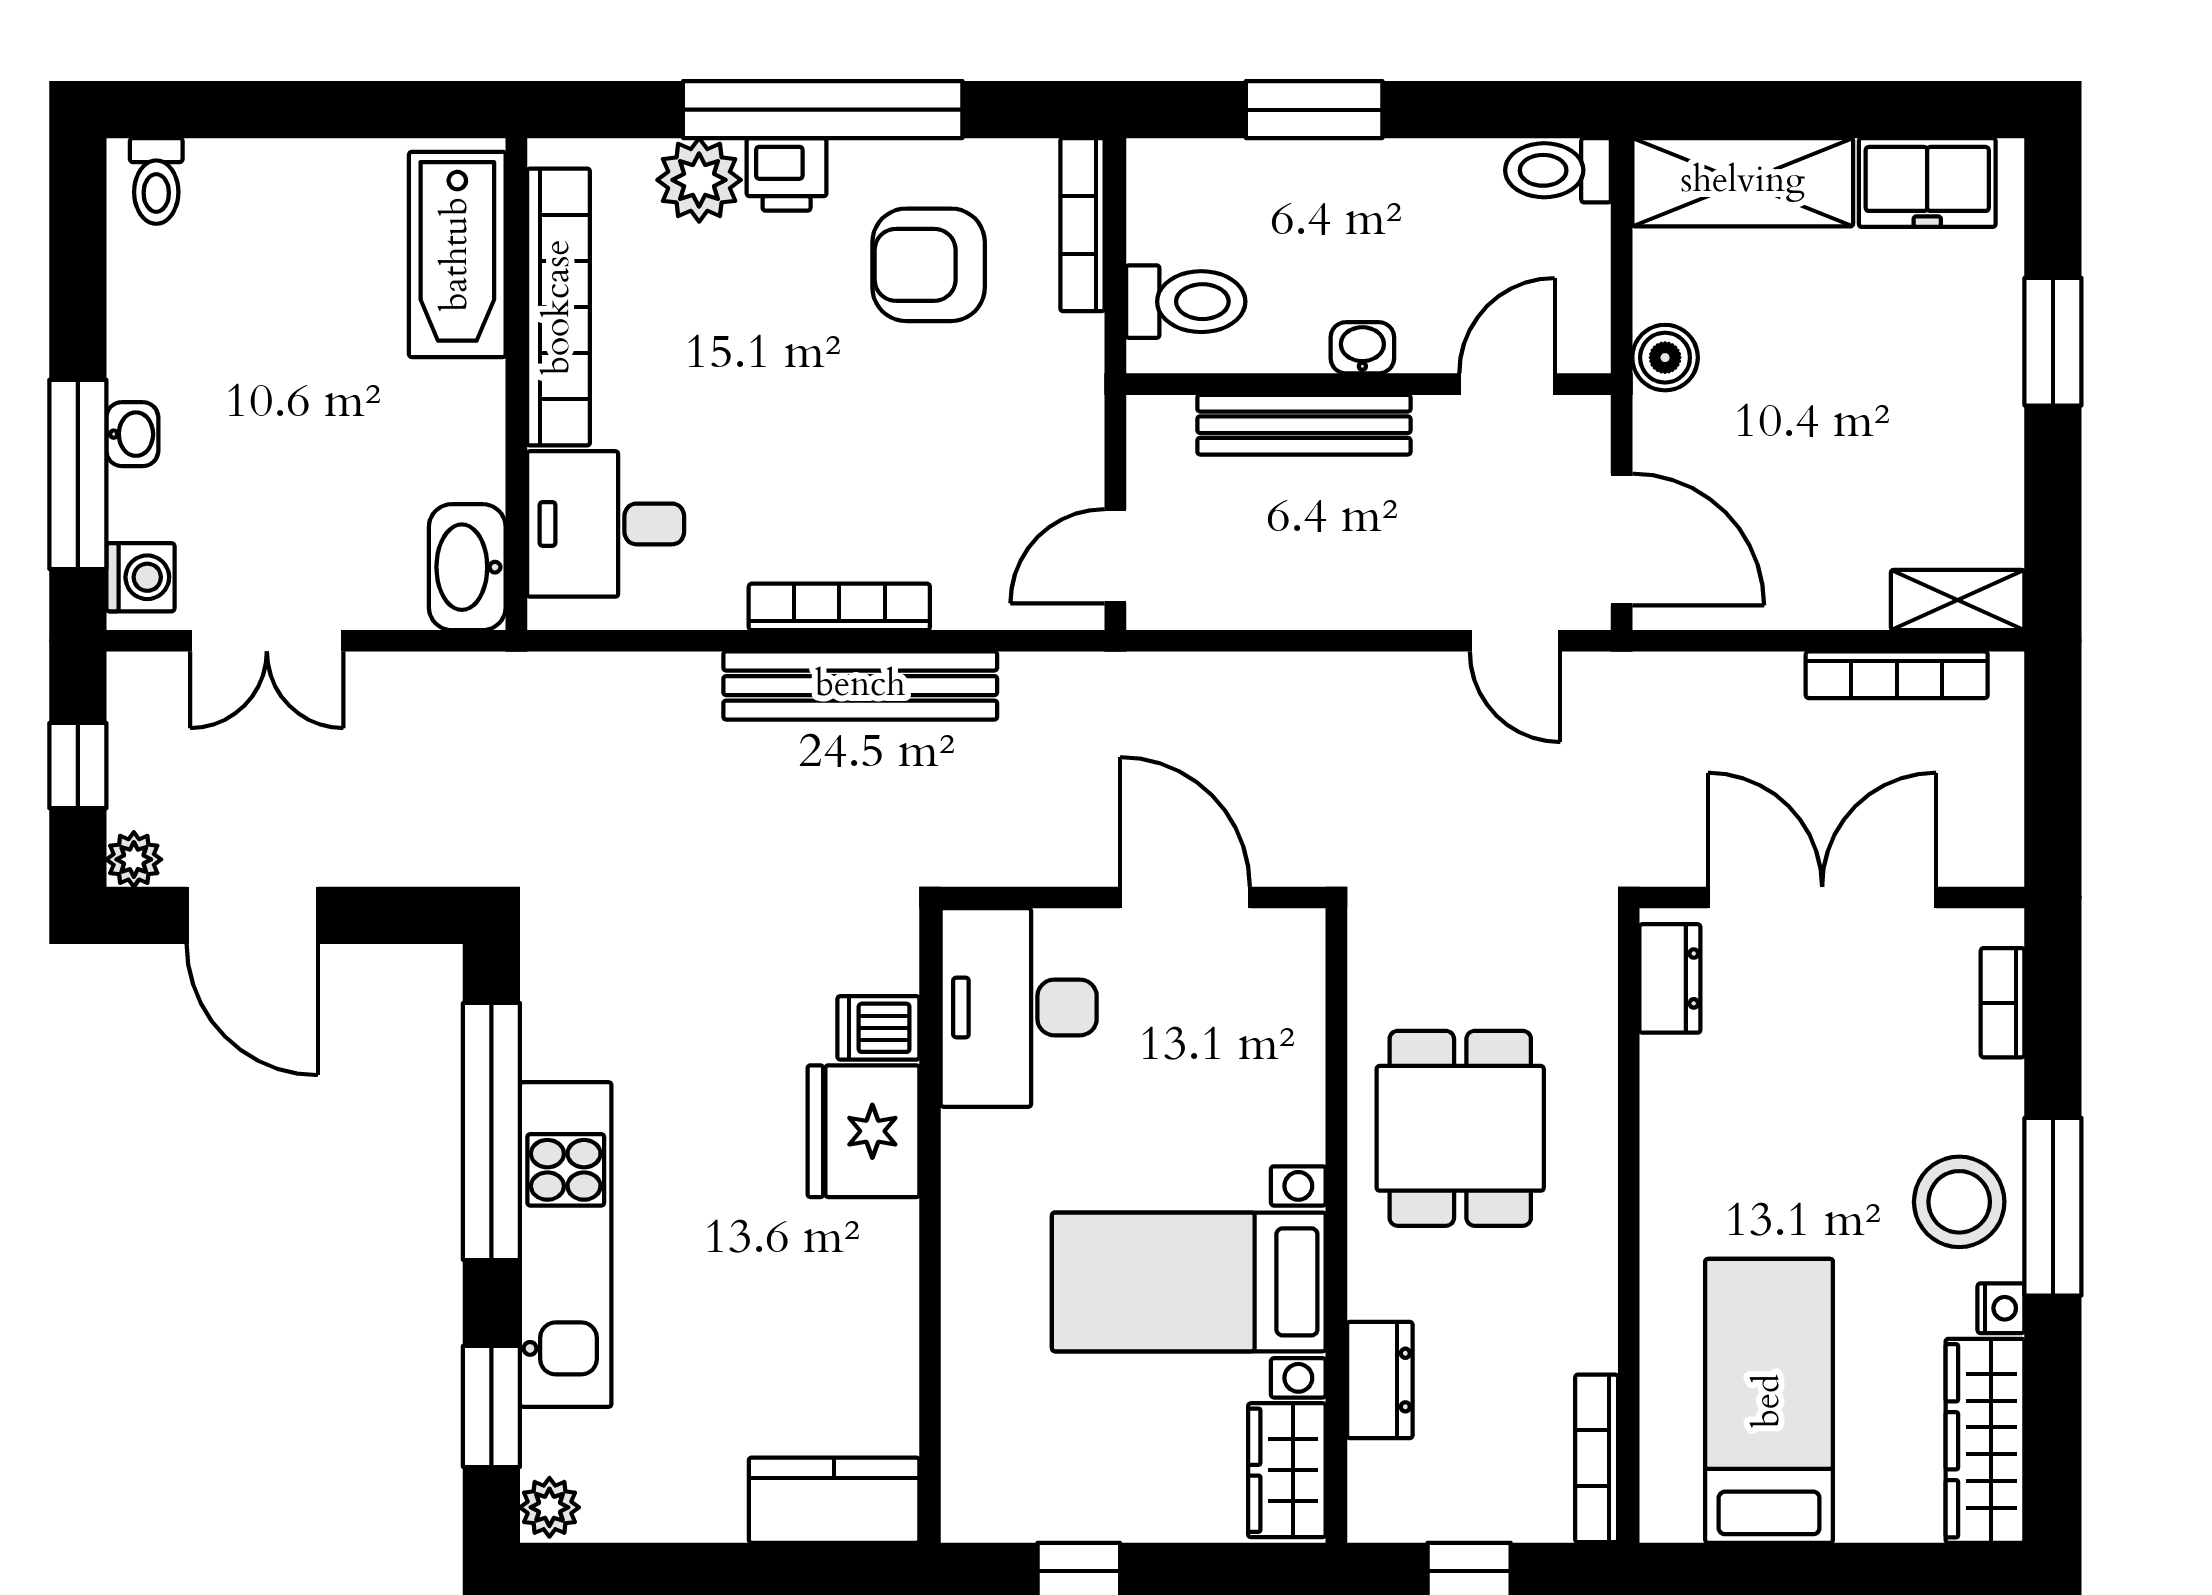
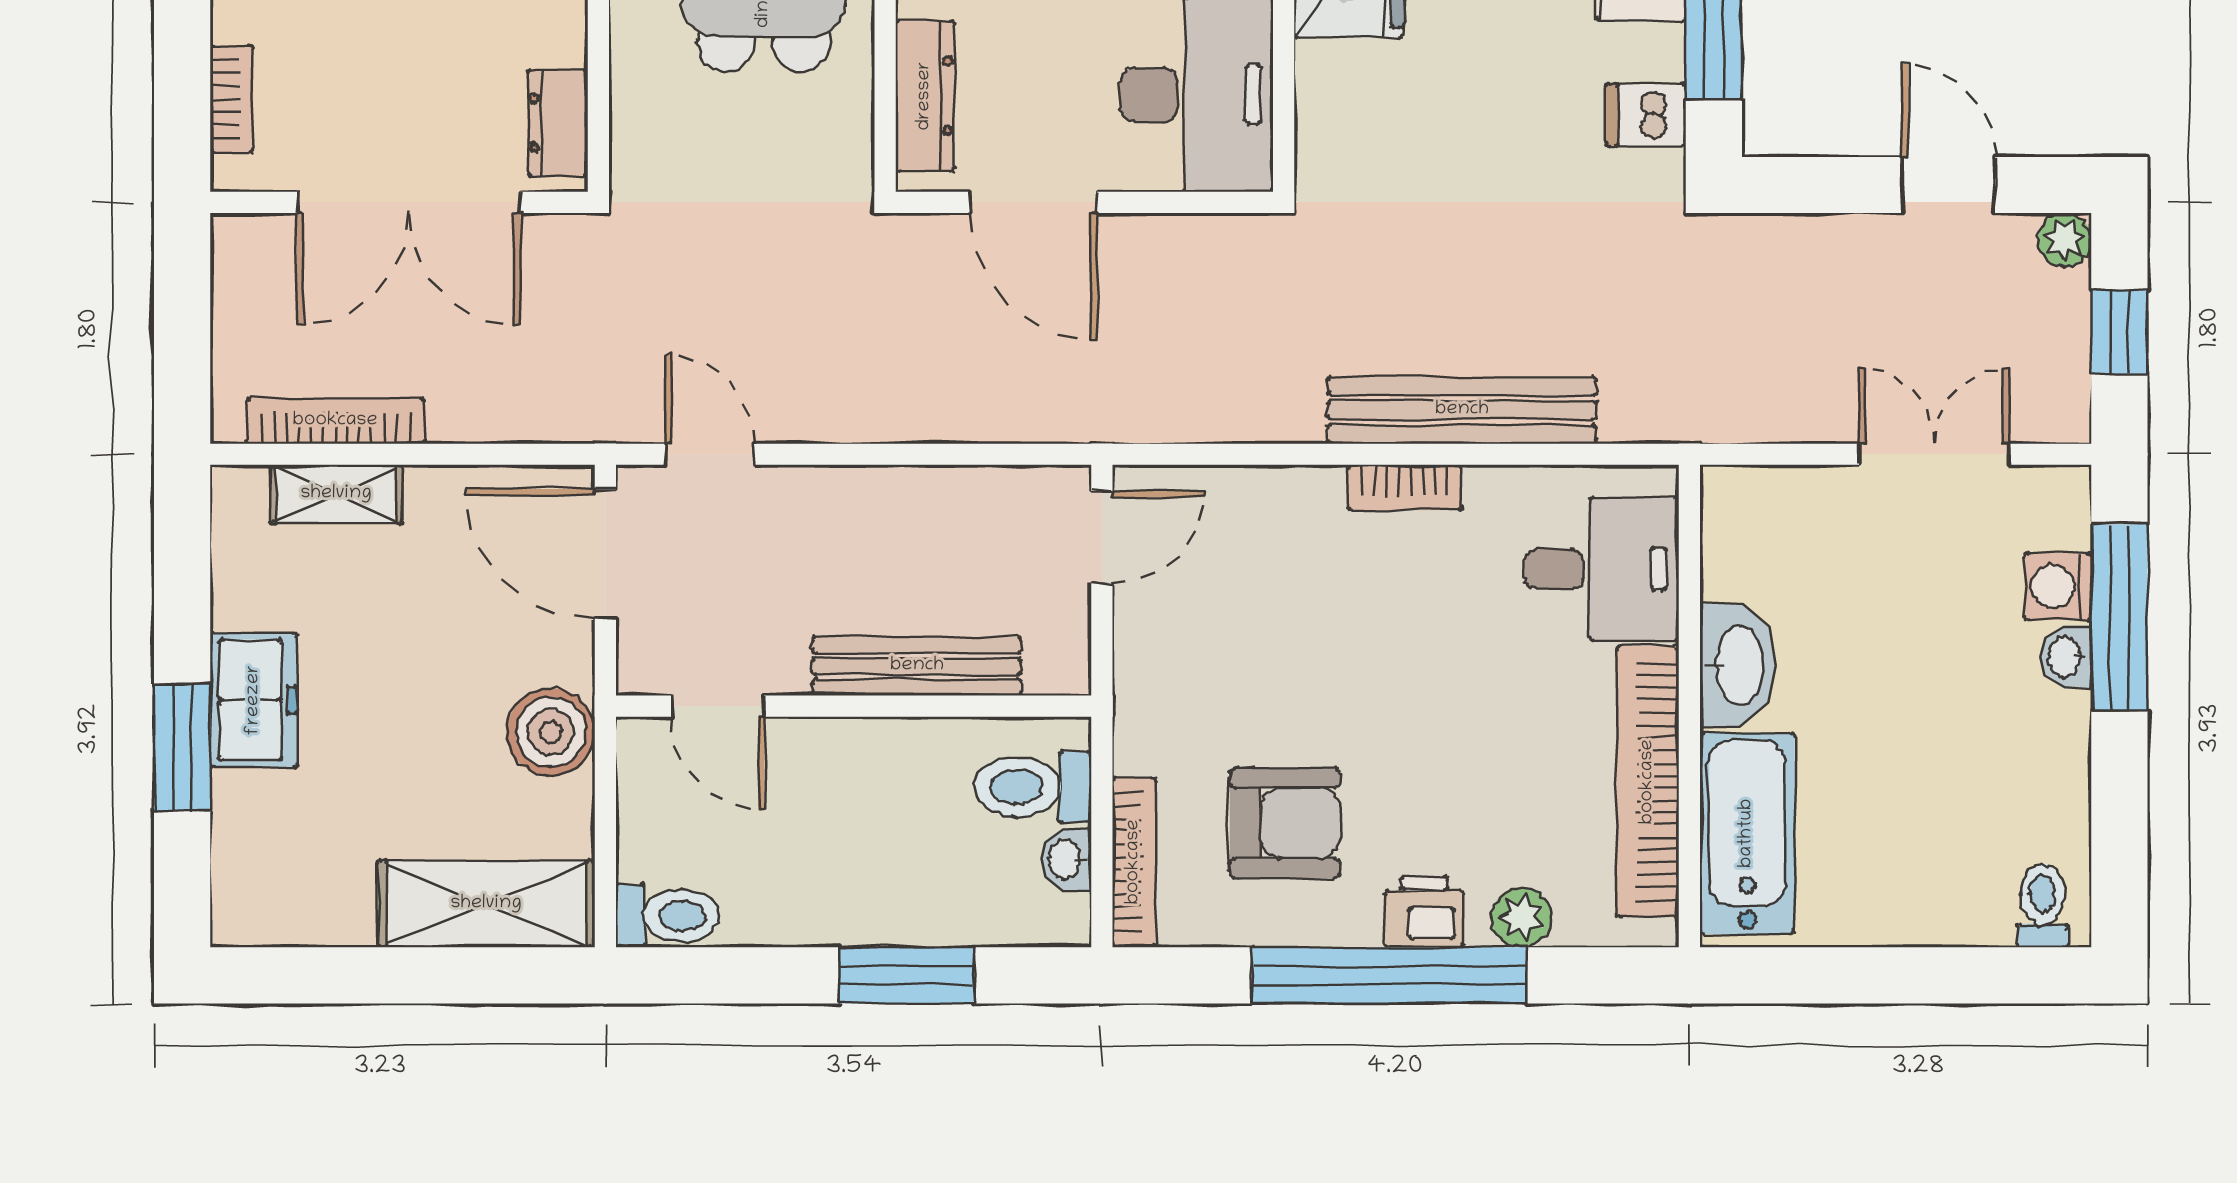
plant: (699, 180) -> (1521, 917), width x0.73, depth x0.73
freezer: (1927, 183) -> (254, 700), moved, turned 90
washbasin: (1362, 348) -> (1066, 859), moved, turned 90
boiler: (1665, 358) -> (551, 732), width x1.36, depth x1.36
door: (1507, 384) -> (718, 706), hinge flipped
washbasin: (467, 567) -> (1738, 665), moved
washing machine: (140, 577) -> (2058, 587), moved
shelving: (1958, 600) -> (336, 494), moved
bookcase: (839, 607) -> (1405, 487), width x0.64
bench: (860, 686) -> (1462, 410), moved
door: (252, 915) -> (1948, 185), width x0.73
dresser: (1296, 1006) -> (925, 96), added
dishwasher: (878, 1028) -> (1646, 115), moved, turned 180

